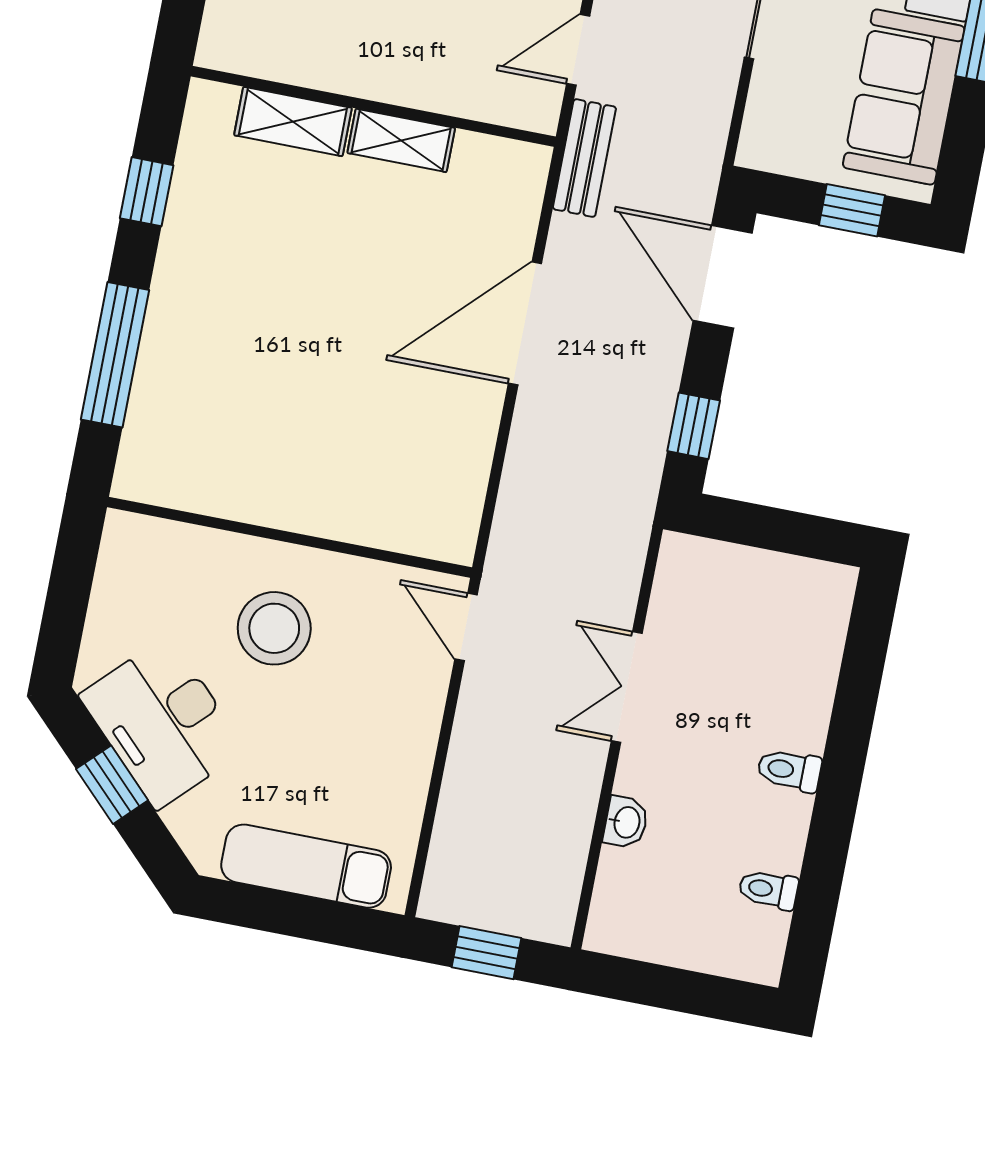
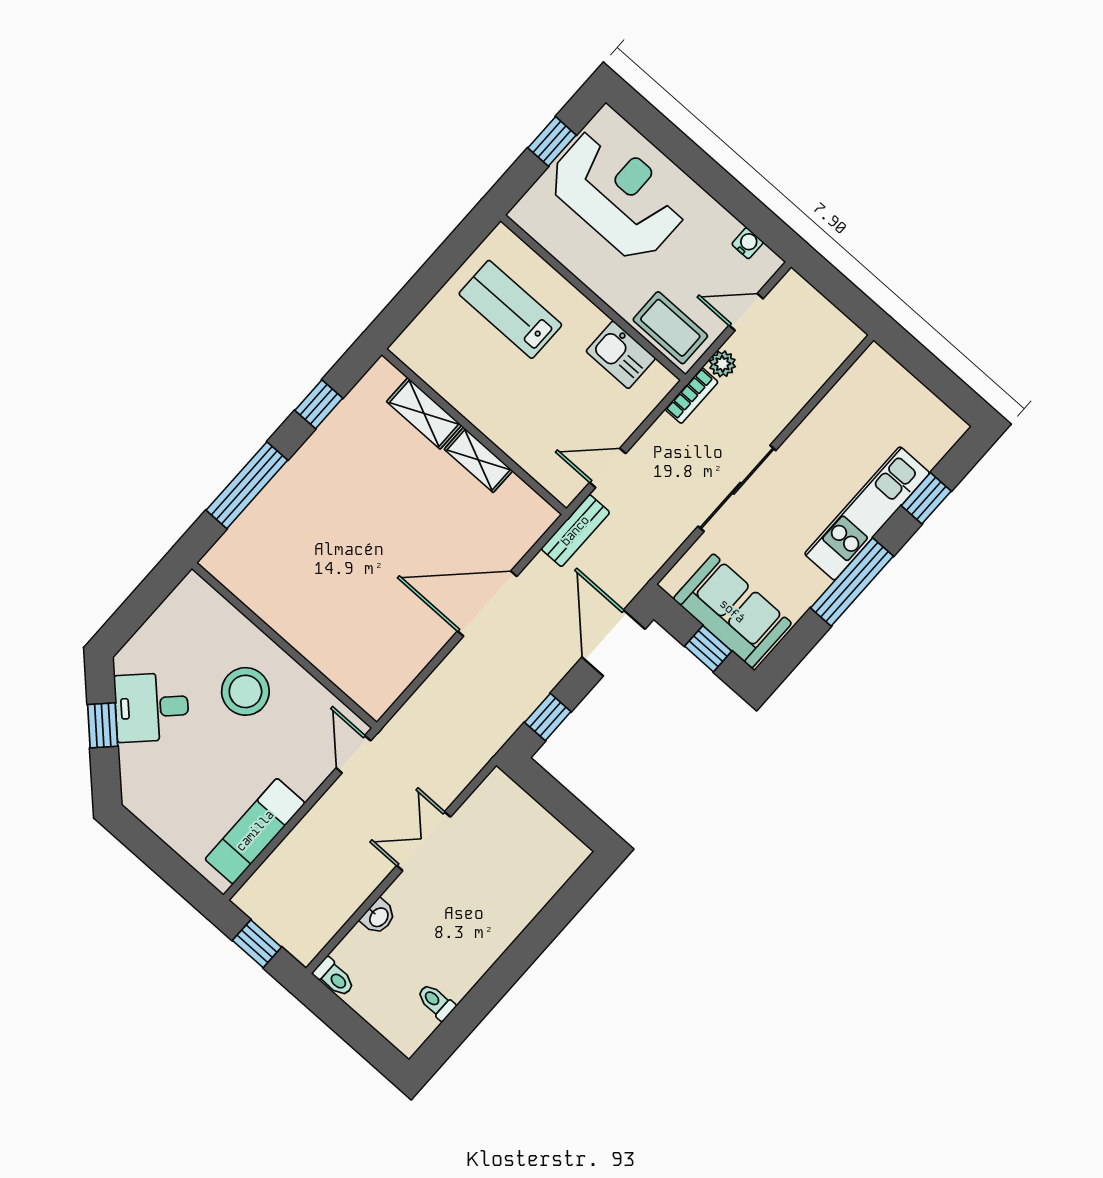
sofa: (904, 97) -> (732, 611), moved, turned 90
desk: (163, 723) -> (152, 707), width x0.73
toilet: (789, 770) -> (334, 977), moved, turned 180
exam couch: (306, 866) -> (255, 831), moved, turned -90

